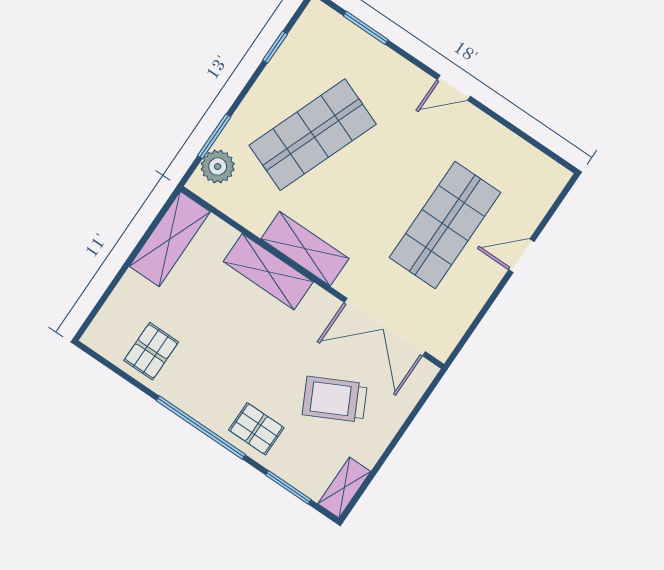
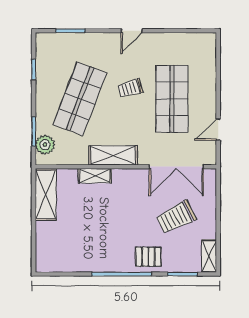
trolley: (395, 169) -> (130, 88), added
door: (521, 256) -> (218, 130), moved
shelving: (268, 272) -> (95, 176), width x0.67, depth x0.75
pallet: (151, 351) -> (73, 254), removed

